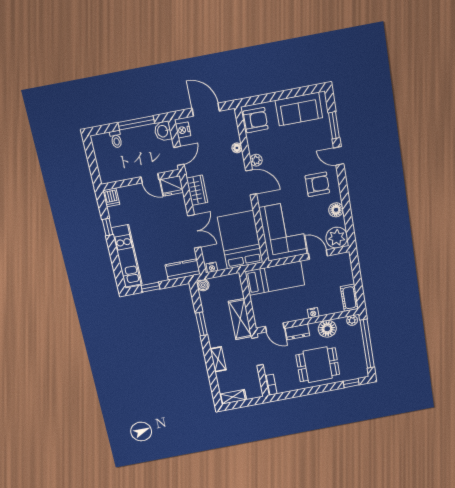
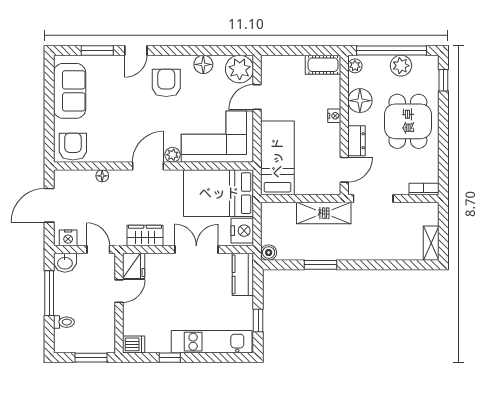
plant: (256, 160) -> (172, 155), moved
window: (93, 166) -> (91, 358), added
nightstand: (212, 267) -> (242, 231), width x1.89, depth x1.79
plant: (357, 352) -> (401, 66), added
shelving: (218, 359) -> (374, 253), removed

